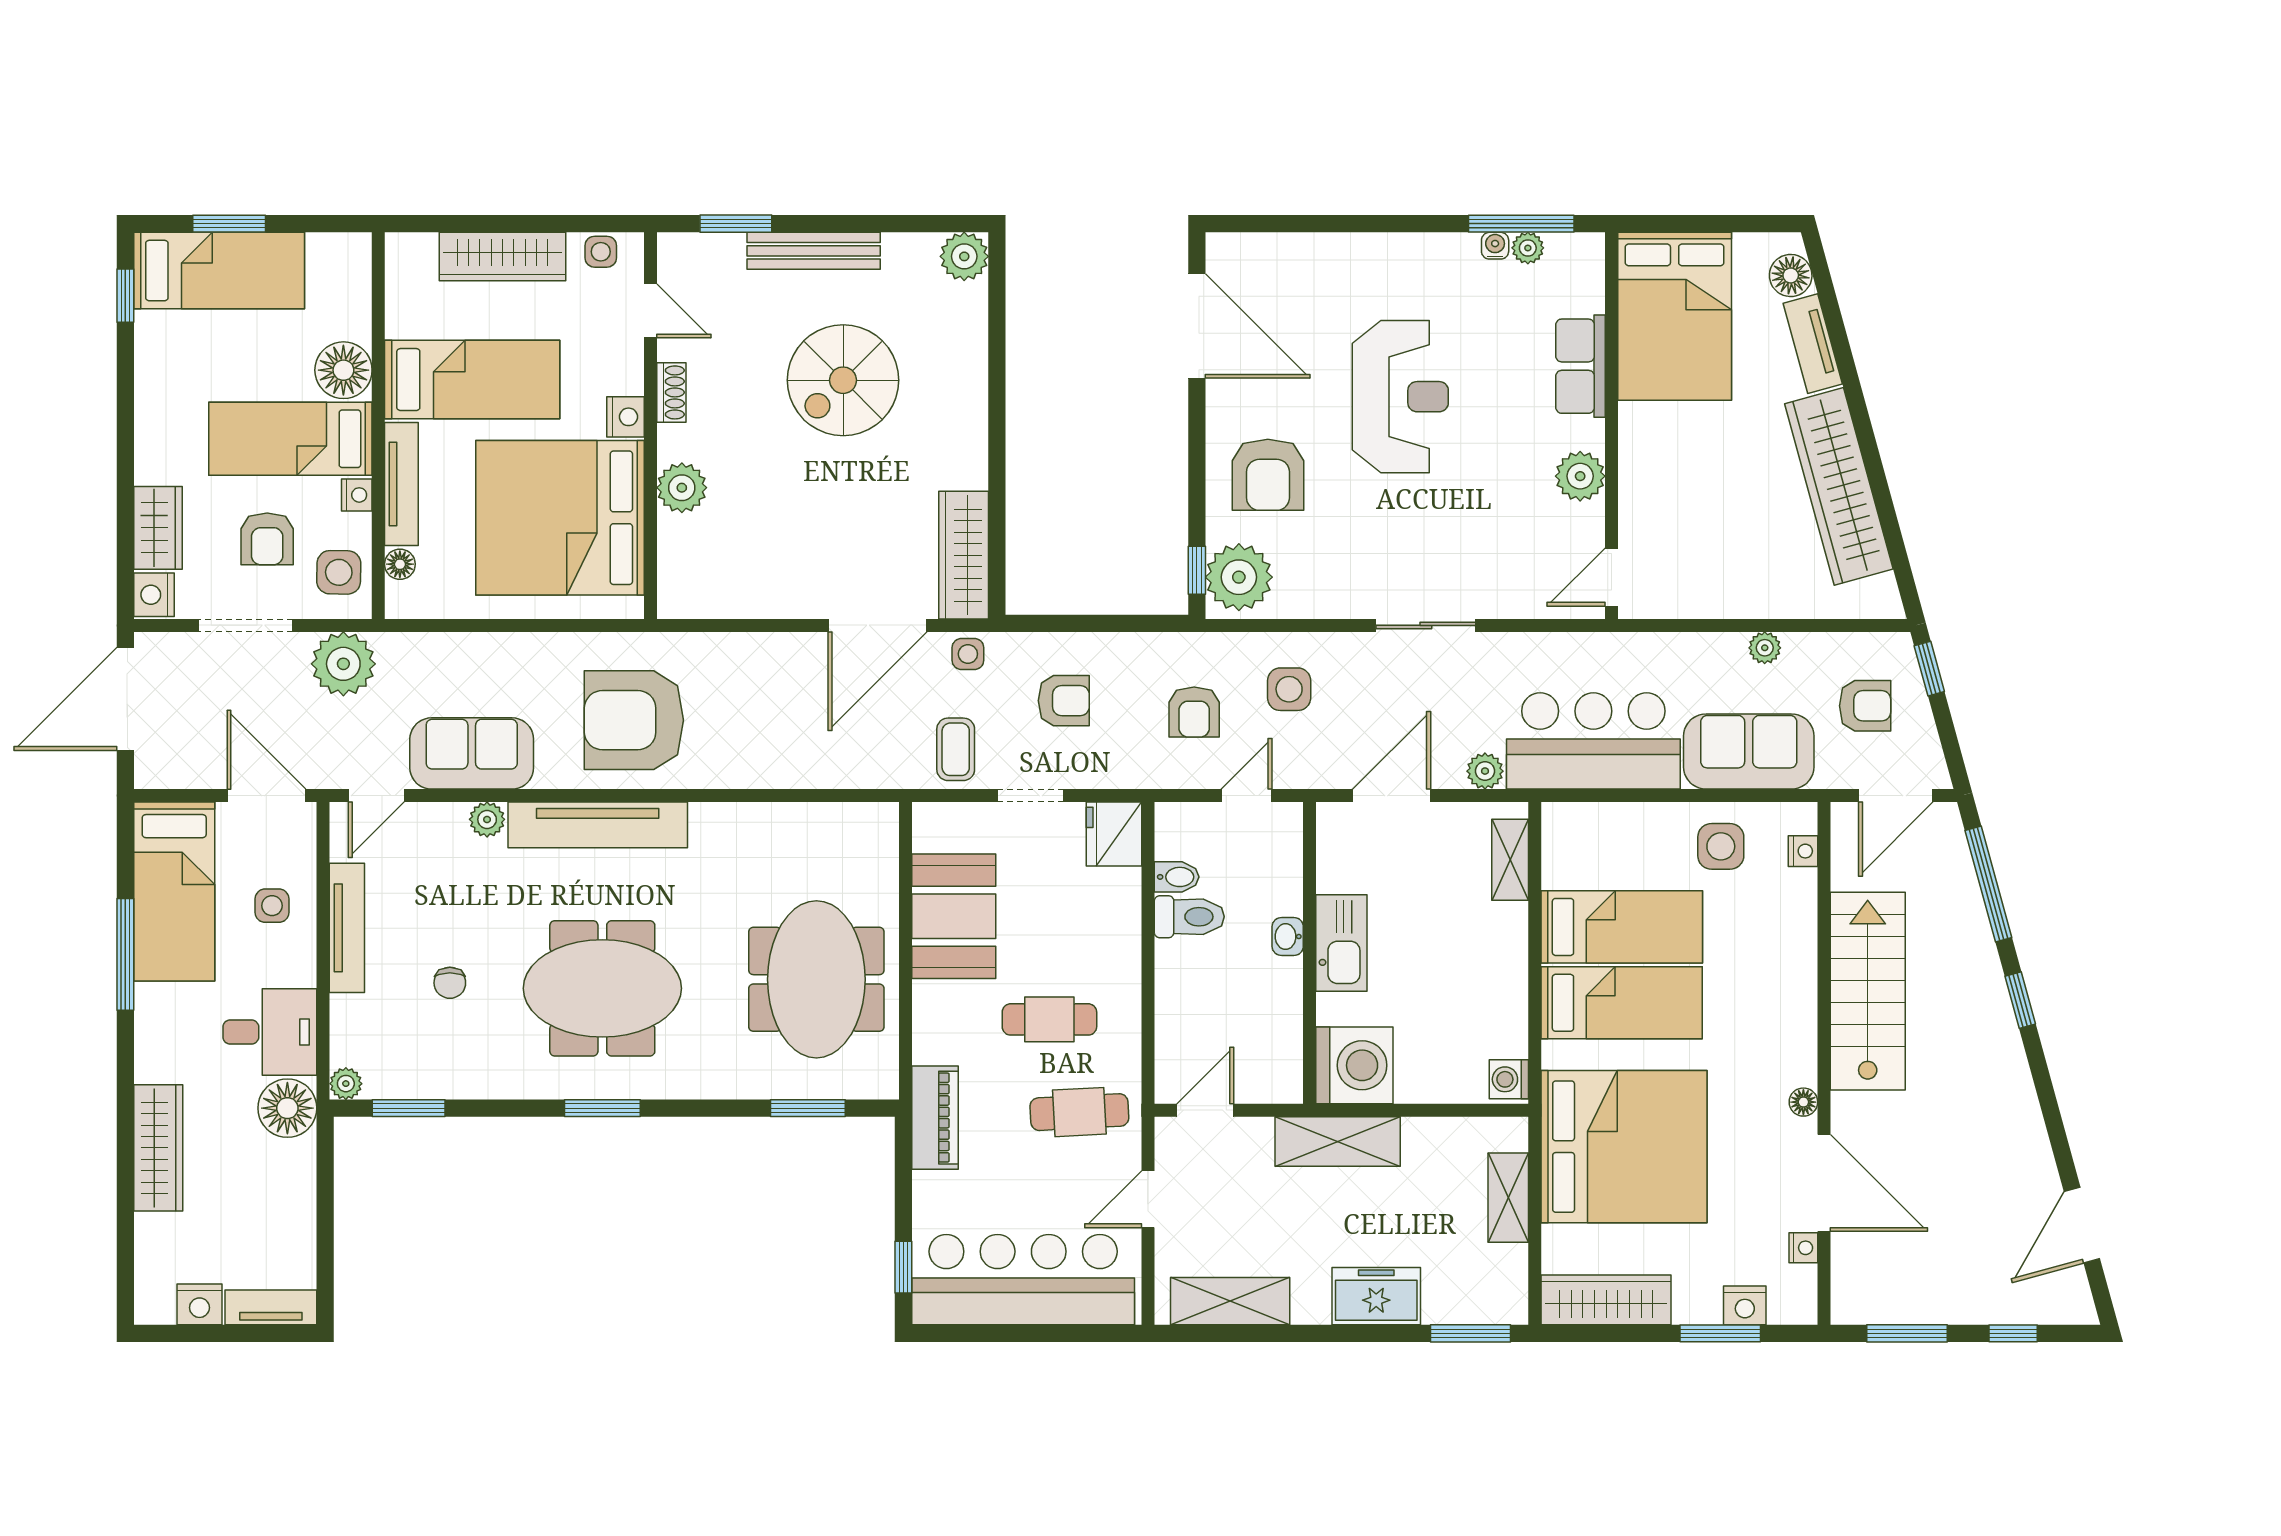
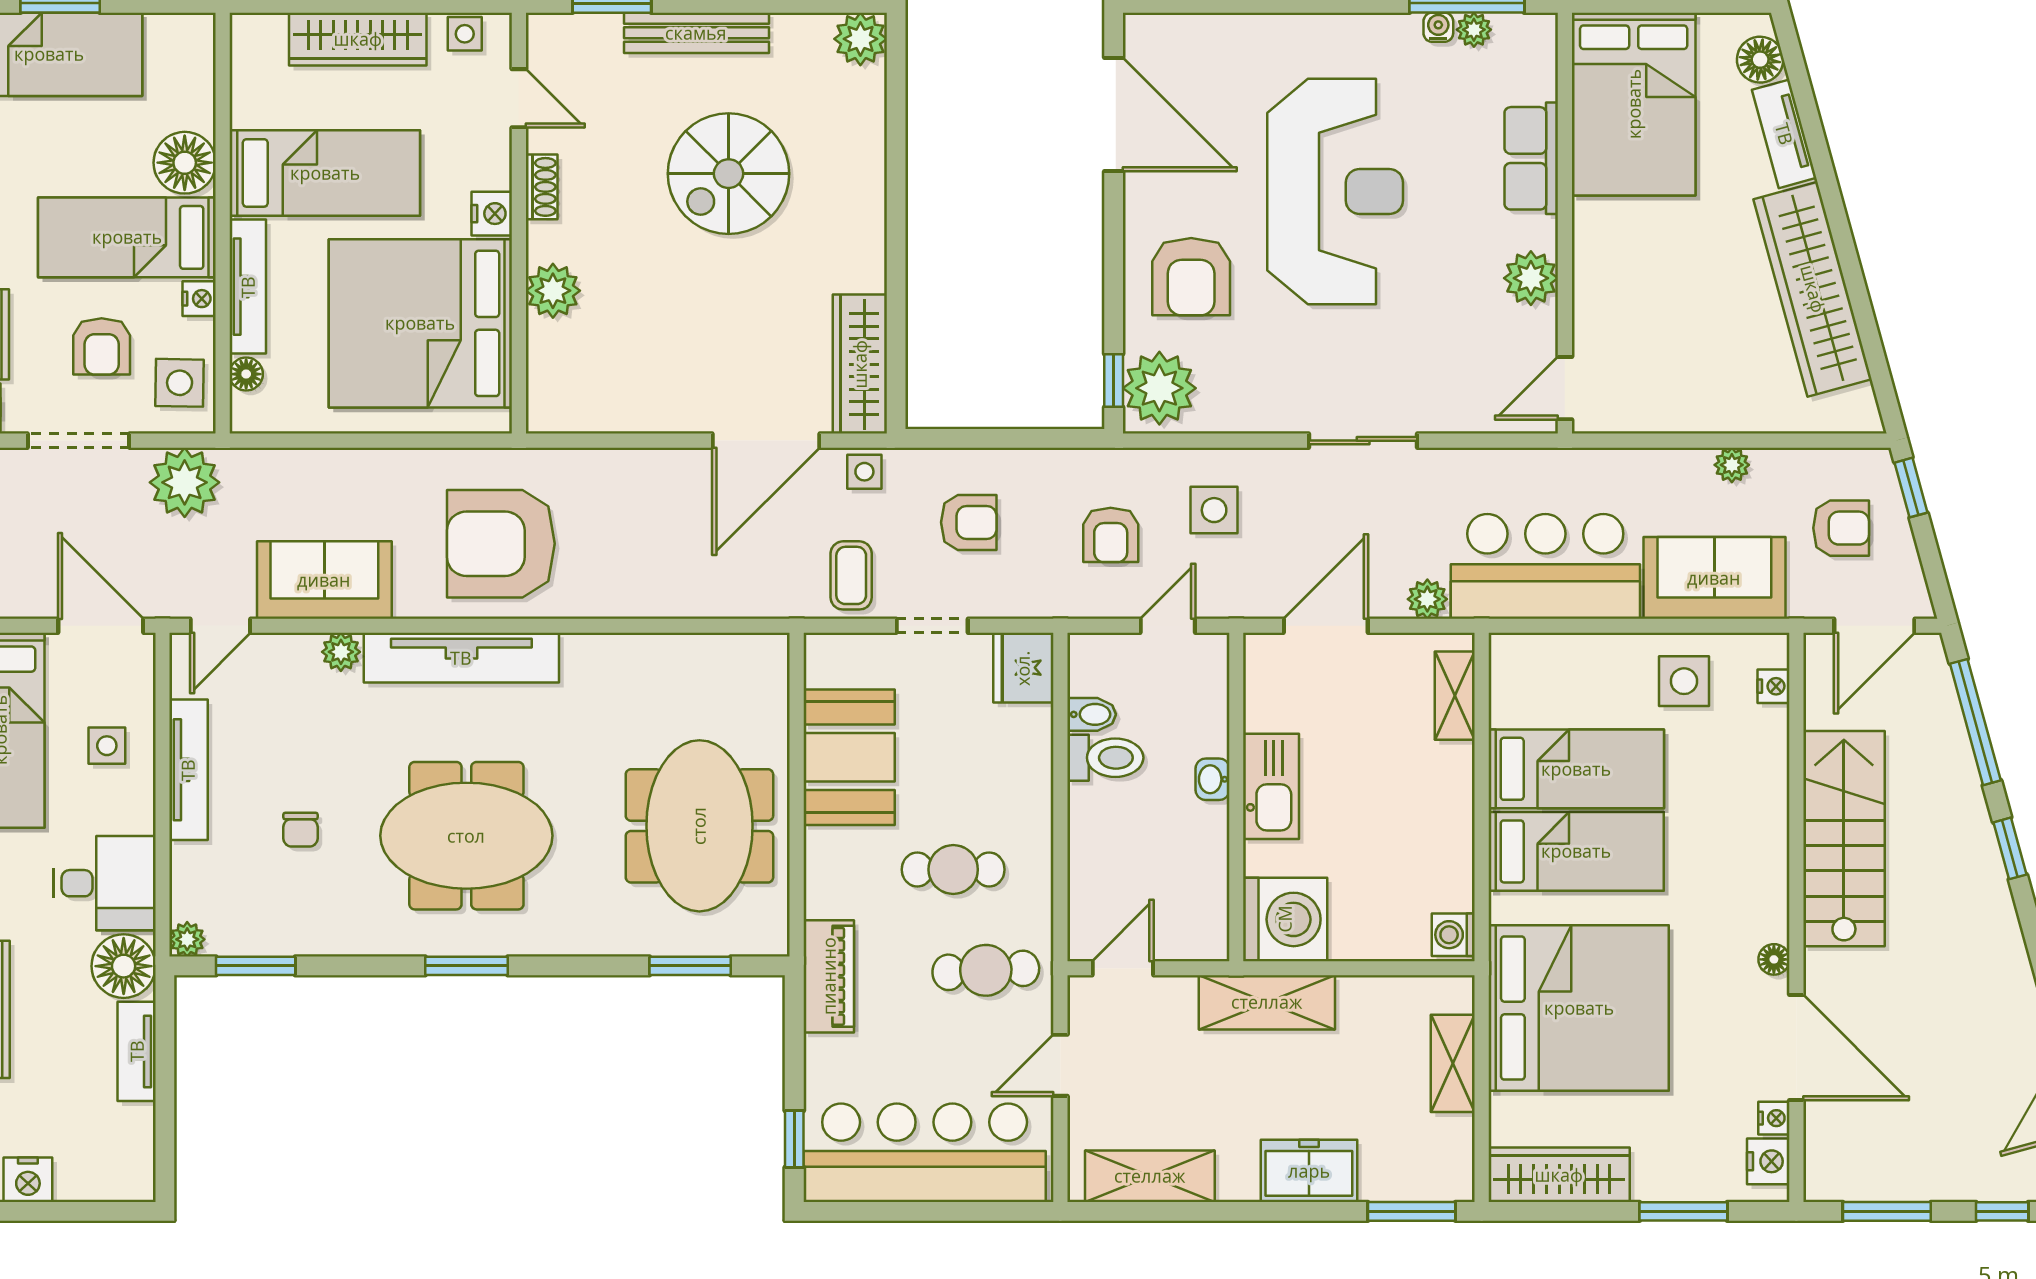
reception desk: (1400, 397) -> (1335, 192), width x1.36, depth x1.30
nightstand: (1745, 1305) -> (1768, 1161), moved, turned -90
tv unit: (271, 1307) -> (137, 1051), moved, turned -90

